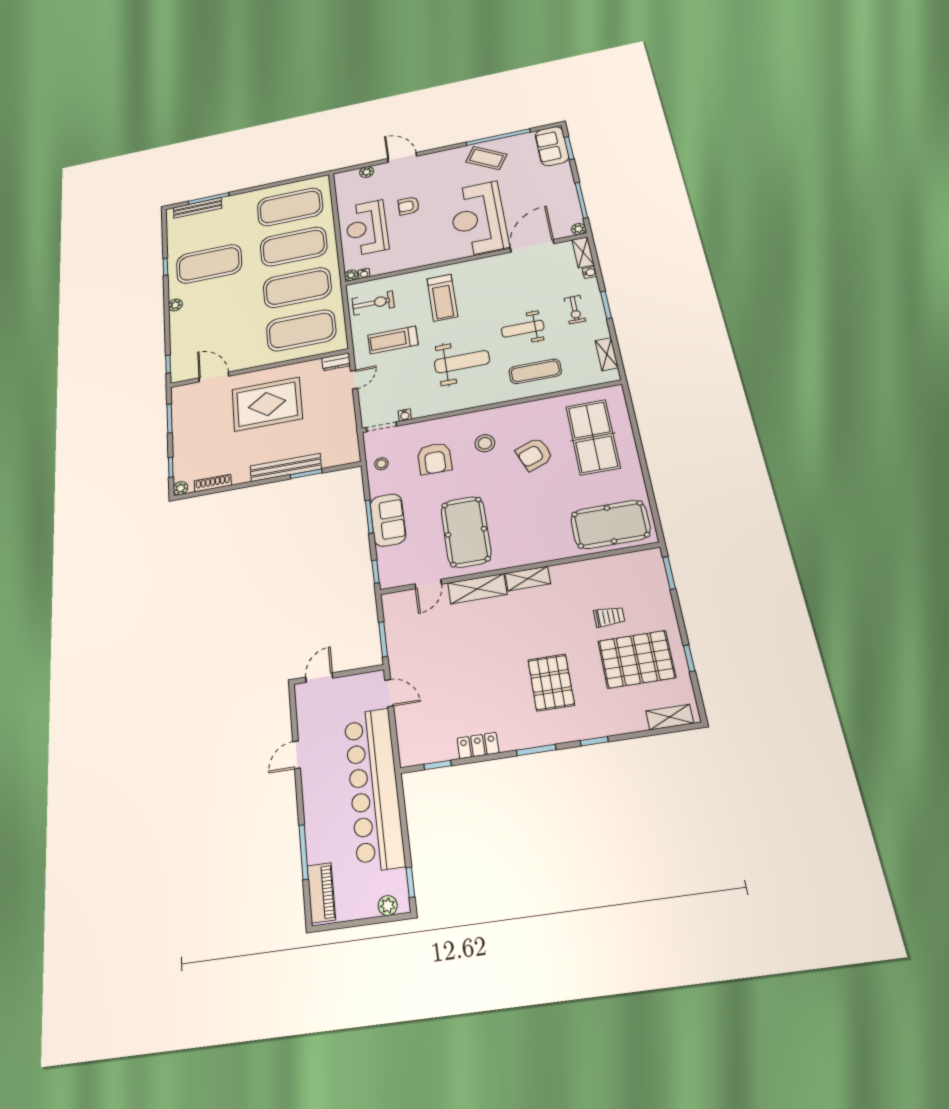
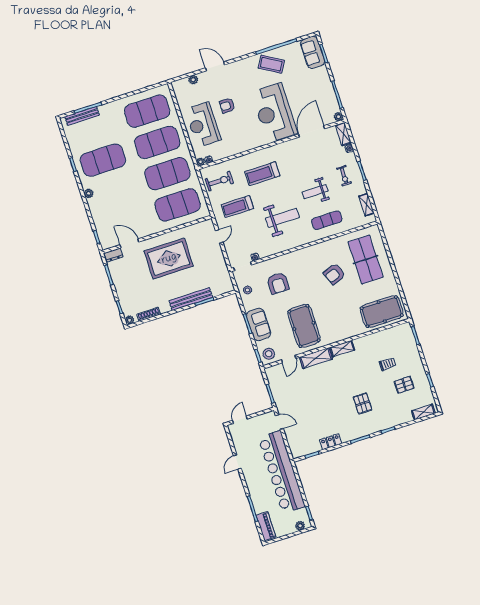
treadmill: (442, 298) -> (262, 174), turned 90
dresser: (336, 362) -> (114, 255), moved
stool: (485, 443) -> (269, 354), moved
pallet: (637, 659) -> (404, 385), width x0.49, depth x0.50
pallet: (551, 682) -> (363, 403), width x0.67, depth x0.71

